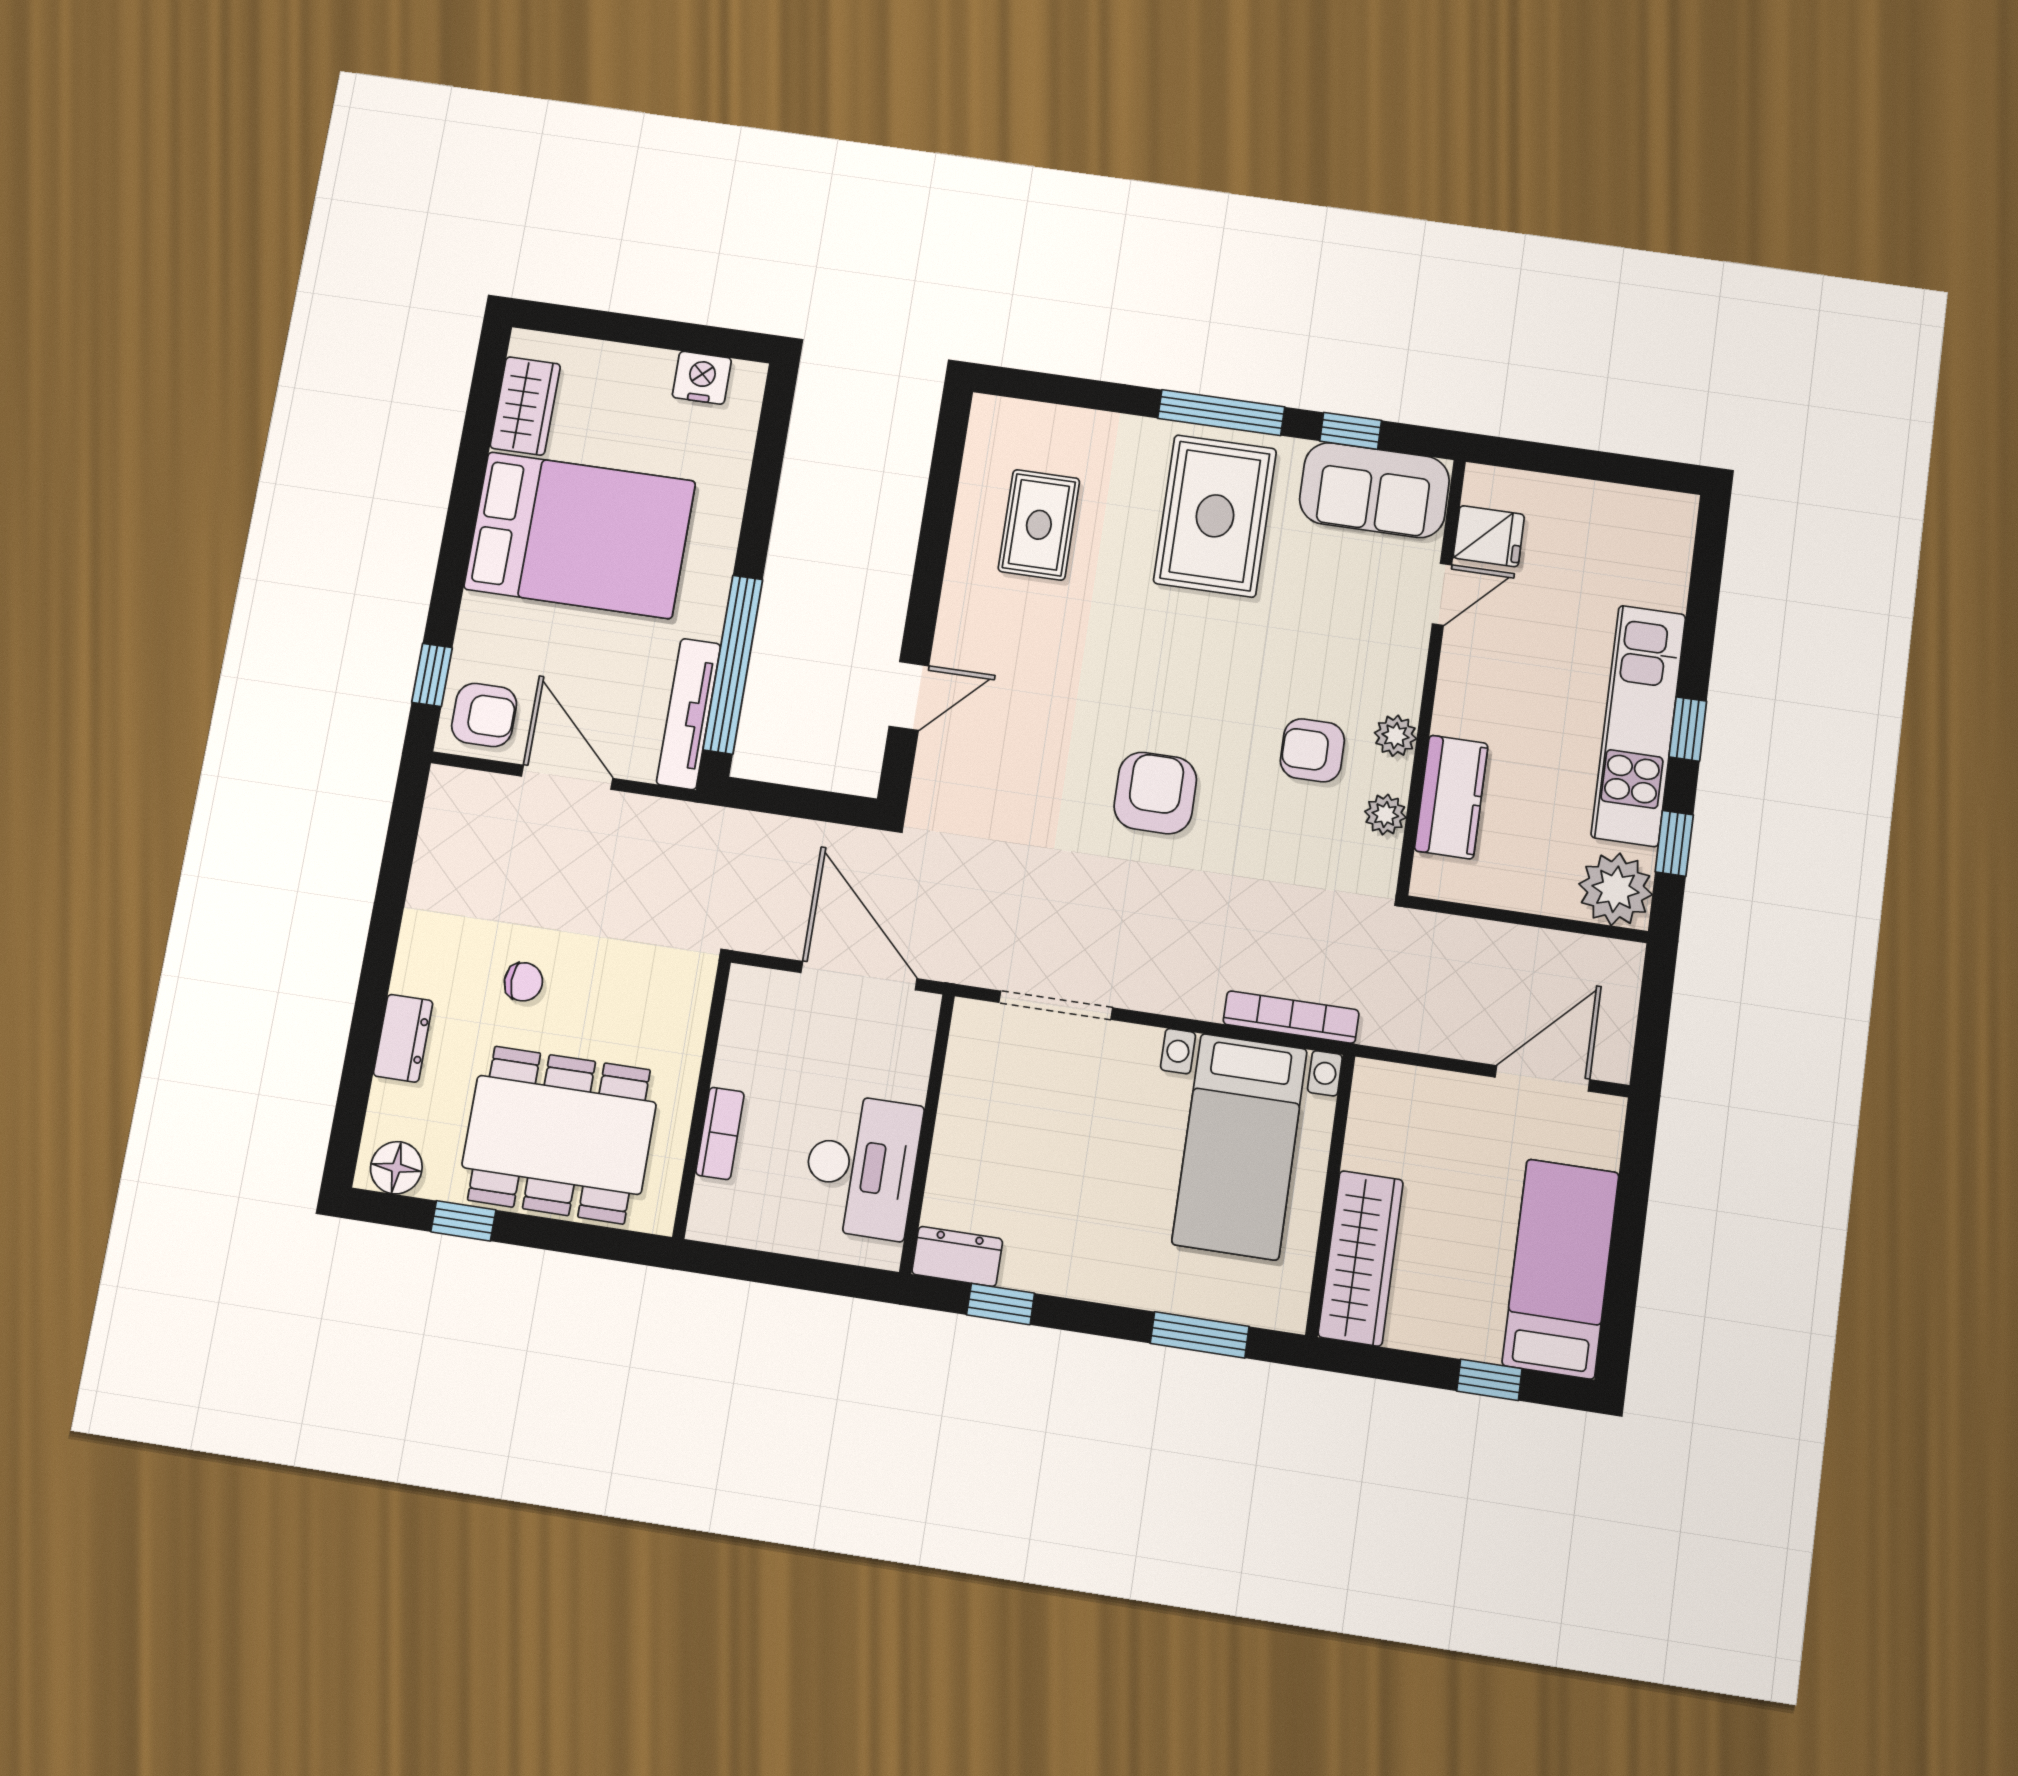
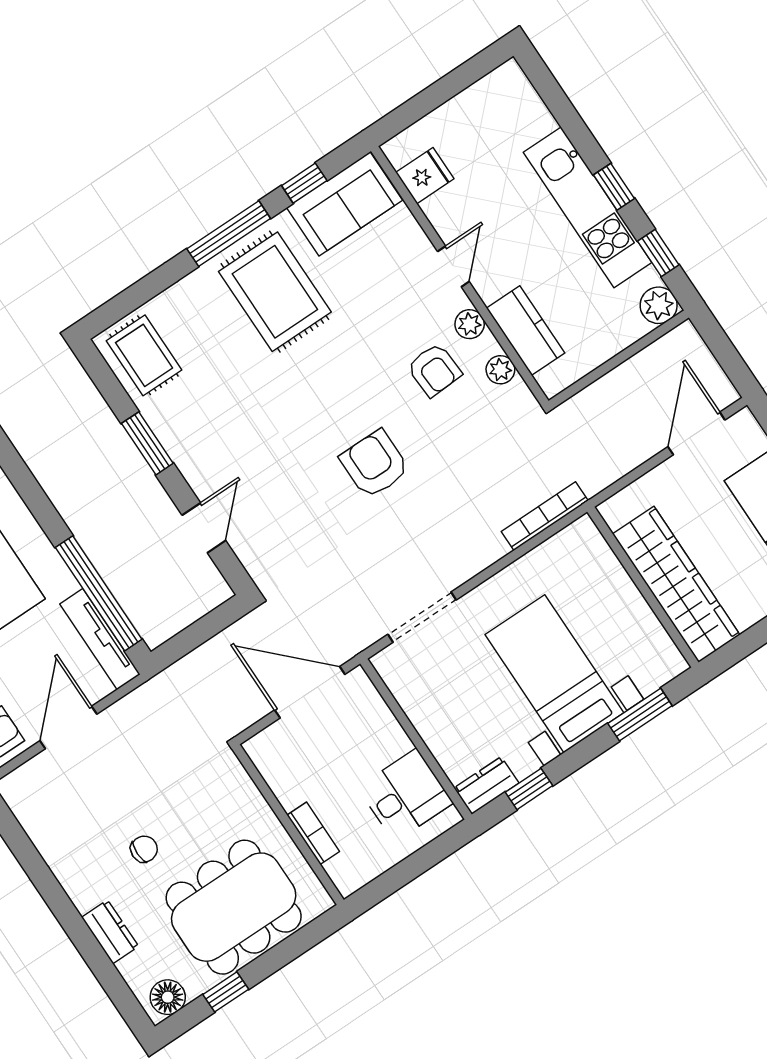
rug: (1039, 525) -> (144, 355), moved
window: (932, 553) -> (147, 443), added
door: (1442, 594) -> (453, 266), moved
armchair: (1312, 750) -> (434, 370), turned -93
door: (567, 777) -> (68, 727), hinge flipped
plant: (1616, 889) -> (659, 305), width x0.73, depth x0.73
bed with nightstands: (1240, 1146) -> (554, 674), moved, turned 180
desk: (861, 1166) -> (405, 795), width x0.73
wardrobe: (1361, 1258) -> (676, 584), width x1.40, depth x1.17

